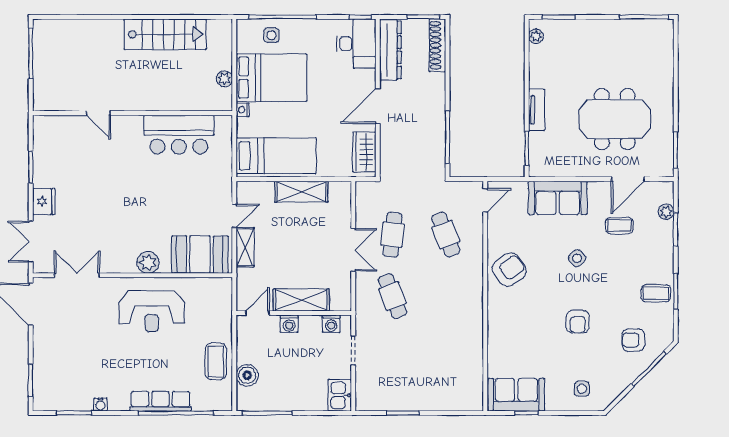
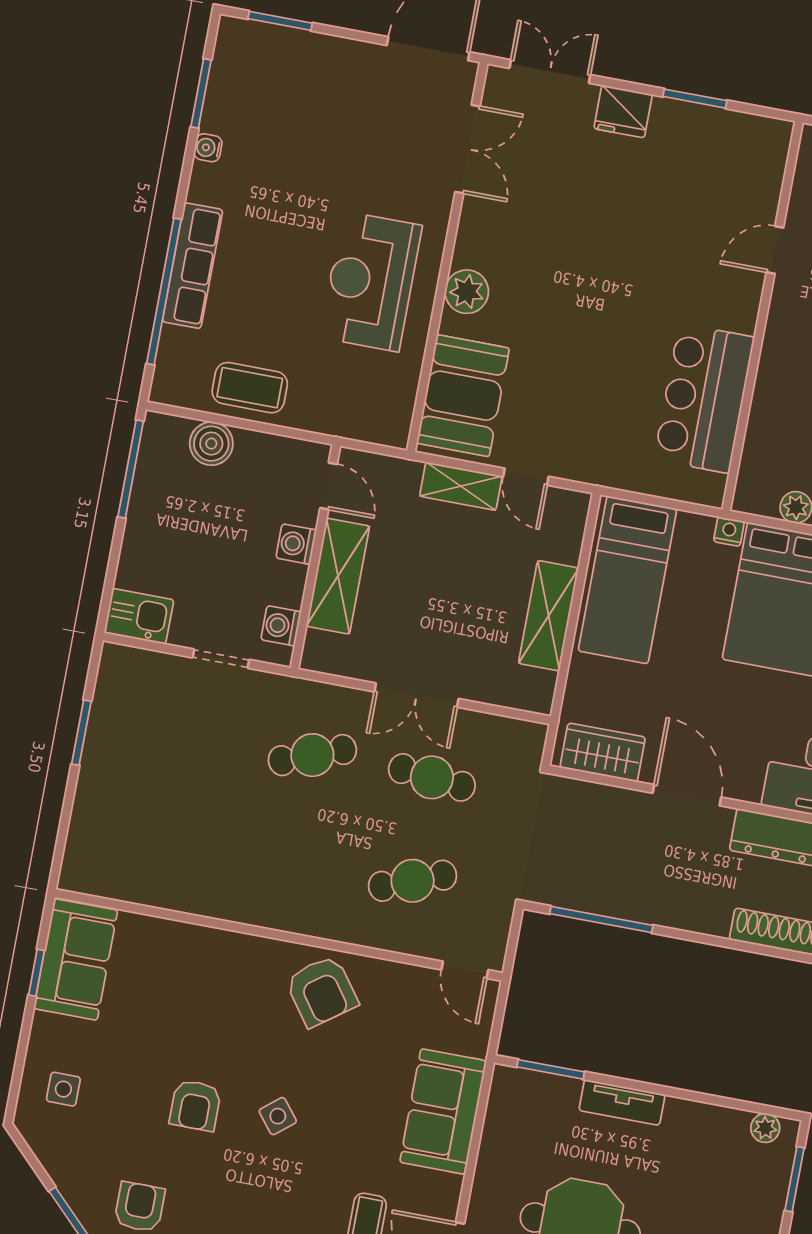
side table: (577, 258) -> (278, 1116), moved
armchair: (578, 322) -> (195, 1105), turned -90

